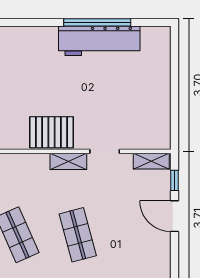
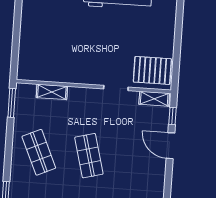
pallet: (52, 132) -> (152, 70), moved
shelving: (68, 161) -> (52, 92), moved

